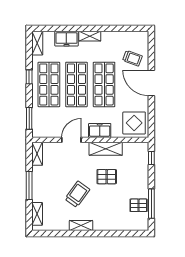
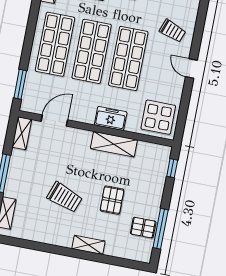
window: (29, 77) -> (31, 29), removed
door: (151, 83) -> (191, 68), width x0.53
door: (71, 140) -> (54, 121), moved
pallet: (107, 177) -> (112, 200), moved, turned 90
trolley: (77, 194) -> (65, 197), turned 74
shelving: (81, 226) -> (88, 245), moved

